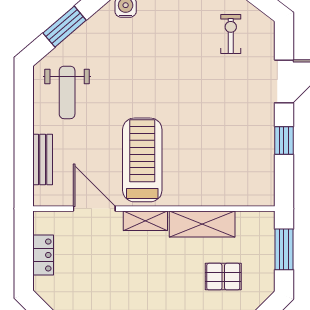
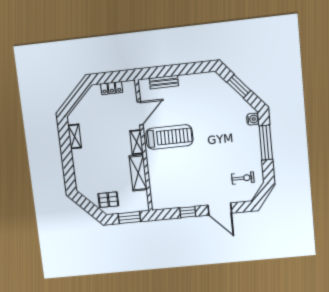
weight bench: (67, 92) -> (202, 92), removed
pallet: (223, 277) -> (108, 200), moved, turned 90

